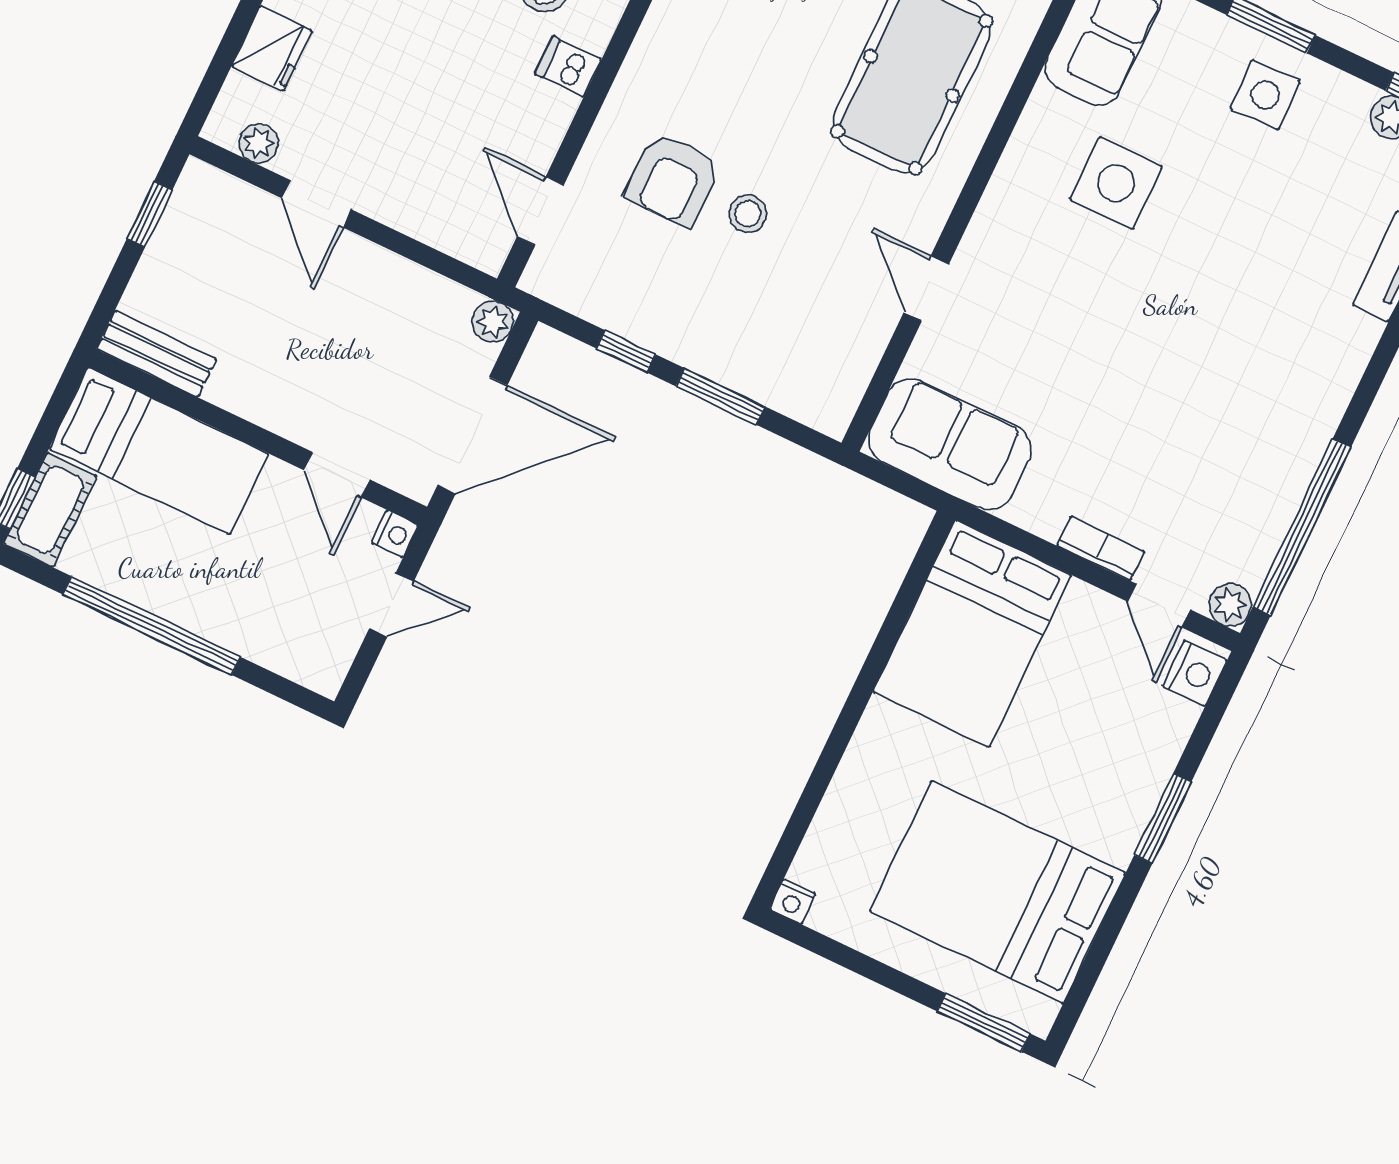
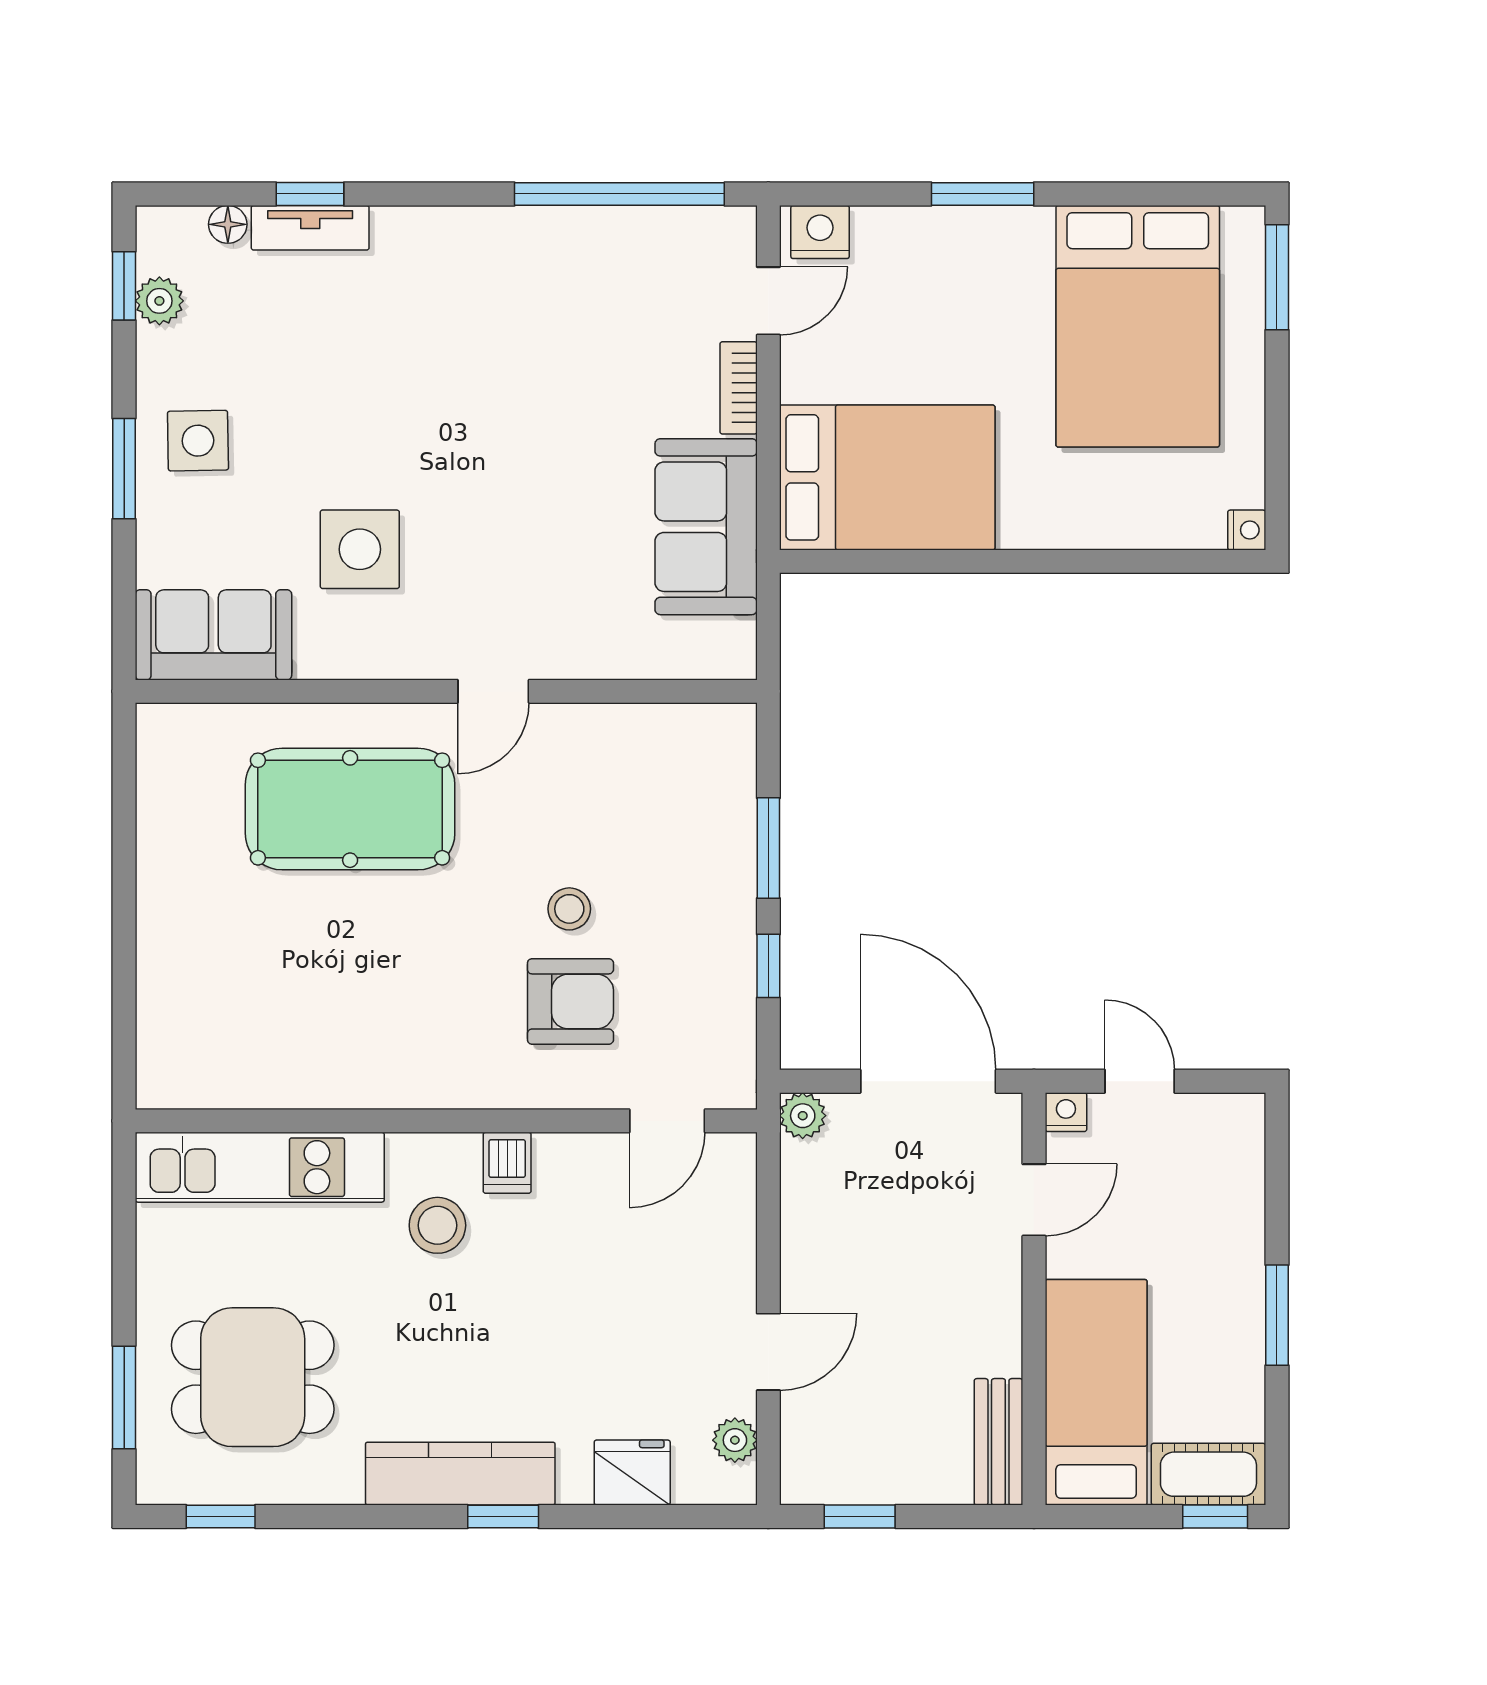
door: (926, 288) -> (493, 691), moved
sofa: (950, 444) -> (706, 527), moved
plant: (1230, 605) -> (733, 229), removed
window: (152, 626) -> (1277, 1315), width x0.47

